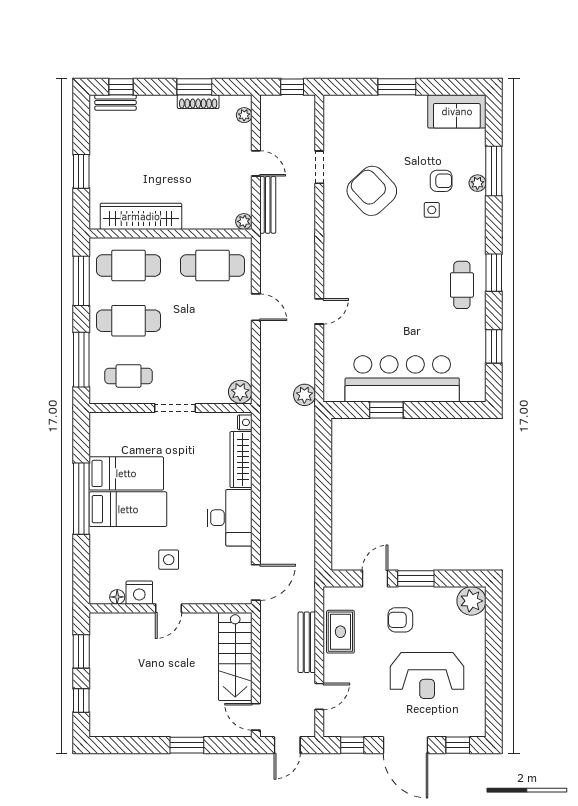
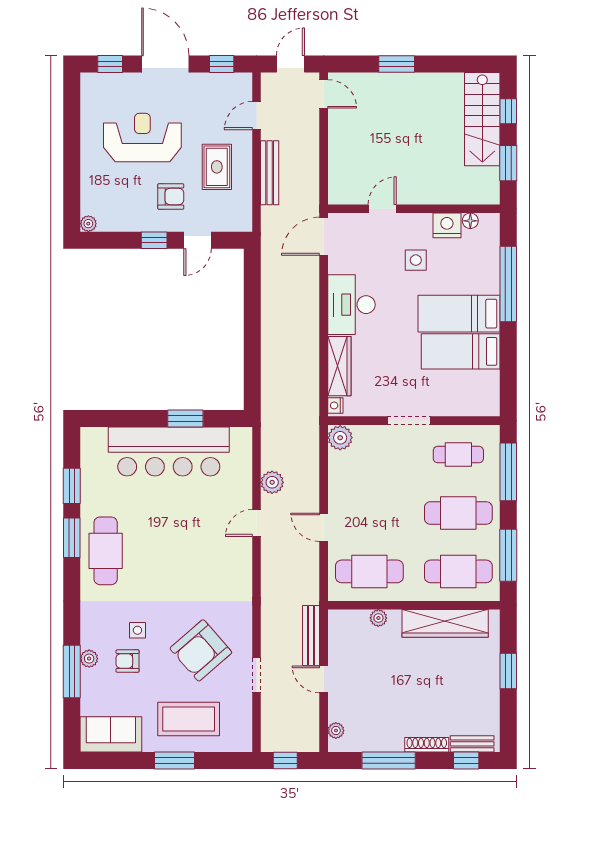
window: (194, 87) -> (389, 761), width x1.44
shoe rack: (198, 102) -> (427, 745), moved
coffee table: (383, 126) -> (189, 719), added
armchair: (372, 191) -> (201, 650), turned 92
plant: (244, 221) -> (378, 618), moved
window: (494, 273) -> (72, 538), moved
cafe table: (462, 285) -> (106, 551), width x1.37, depth x1.35
plant: (304, 395) -> (272, 482), moved
window: (81, 499) -> (508, 284), moved
window: (416, 579) -> (154, 240), width x0.67
plant: (471, 601) -> (88, 224), width x0.53, depth x0.53
door: (169, 608) -> (382, 209), moved
rug: (340, 632) -> (217, 167), moved
stairs: (235, 656) -> (482, 119), moved, turned 180

